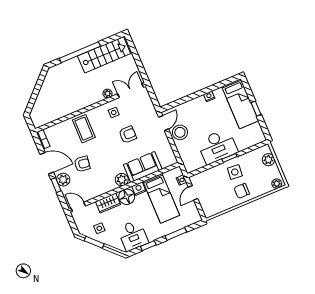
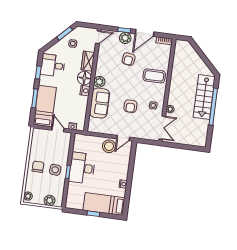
stairs: (104, 55) -> (204, 97), moved
door: (164, 123) -> (123, 138), hinge flipped
bed: (161, 198) -> (45, 106), moved, turned 90

